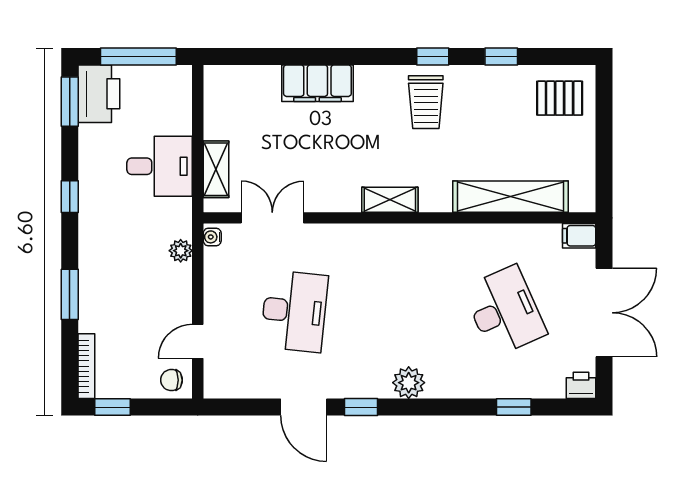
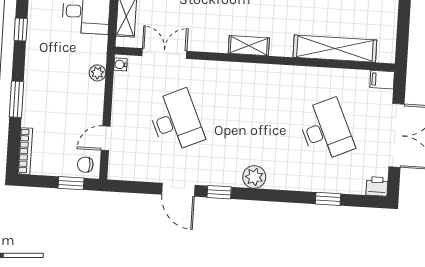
desk: (294, 311) -> (176, 121), turned -30
window: (112, 407) -> (71, 183), moved

